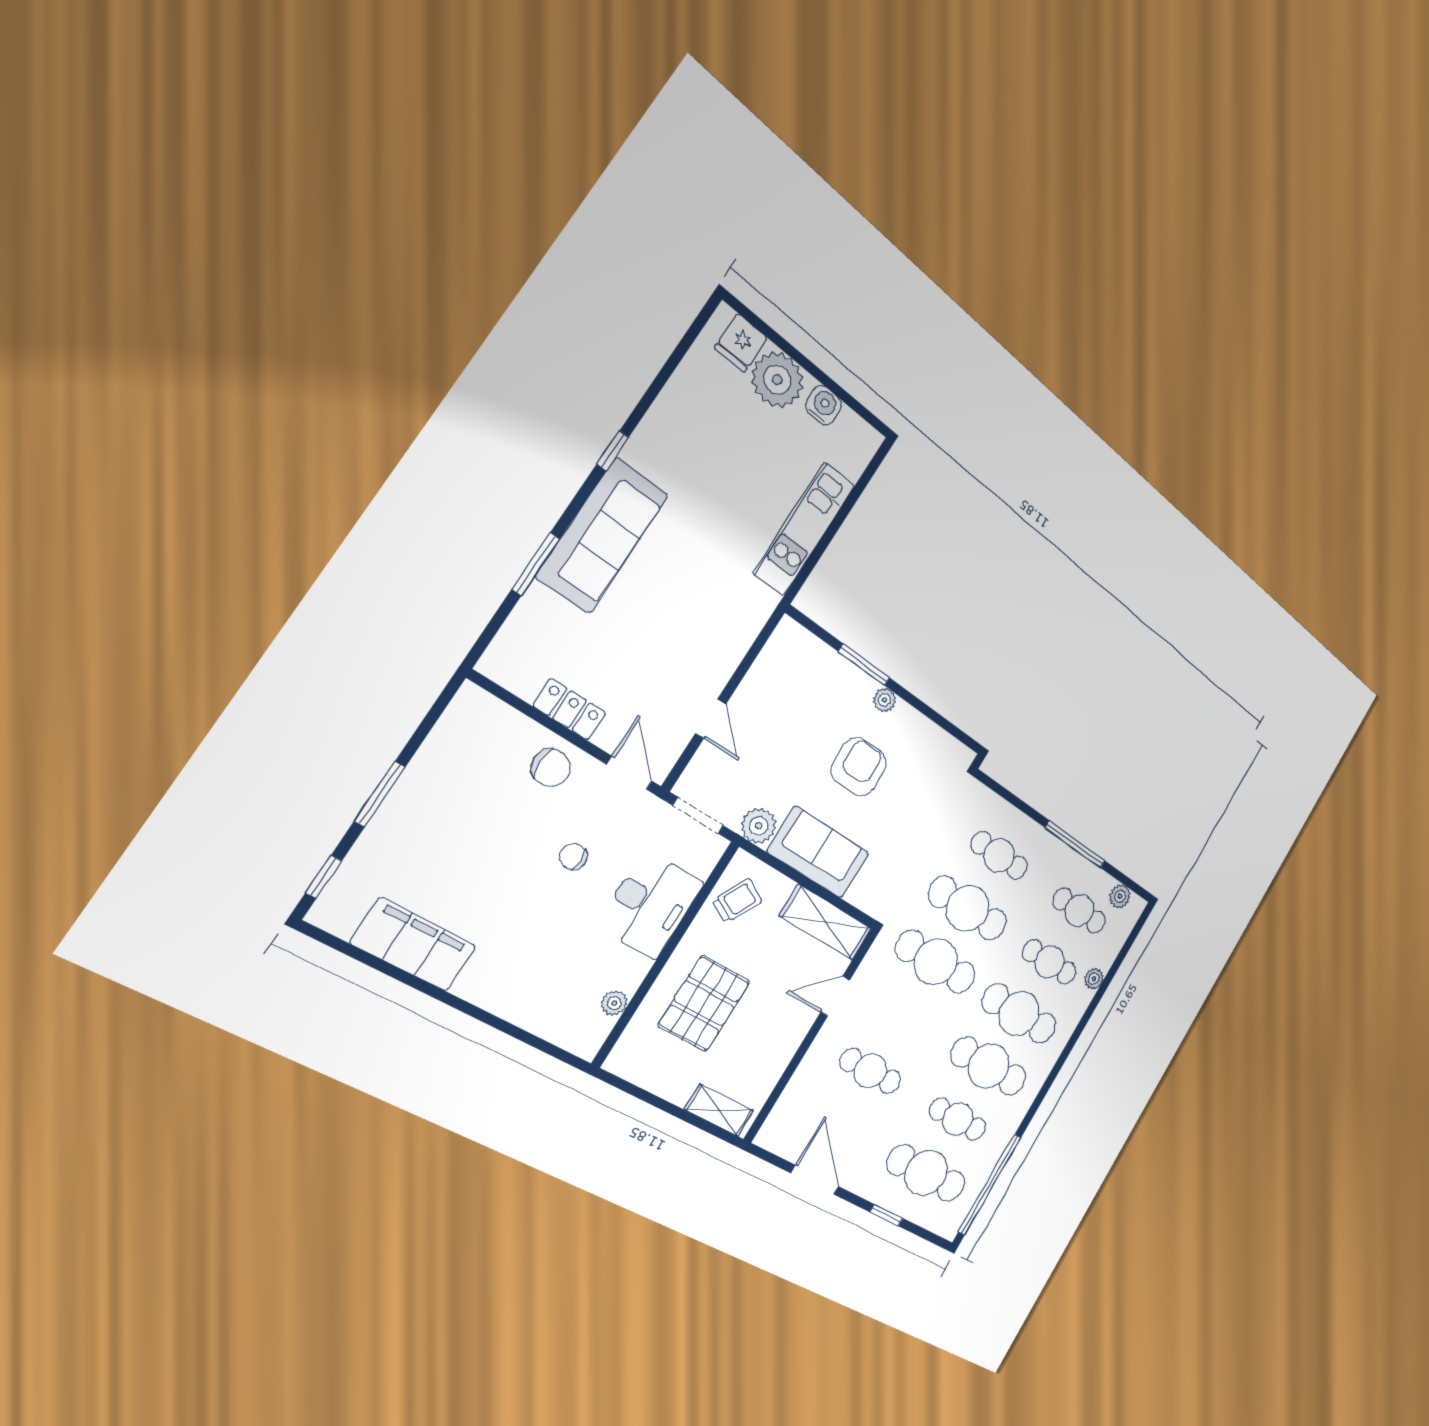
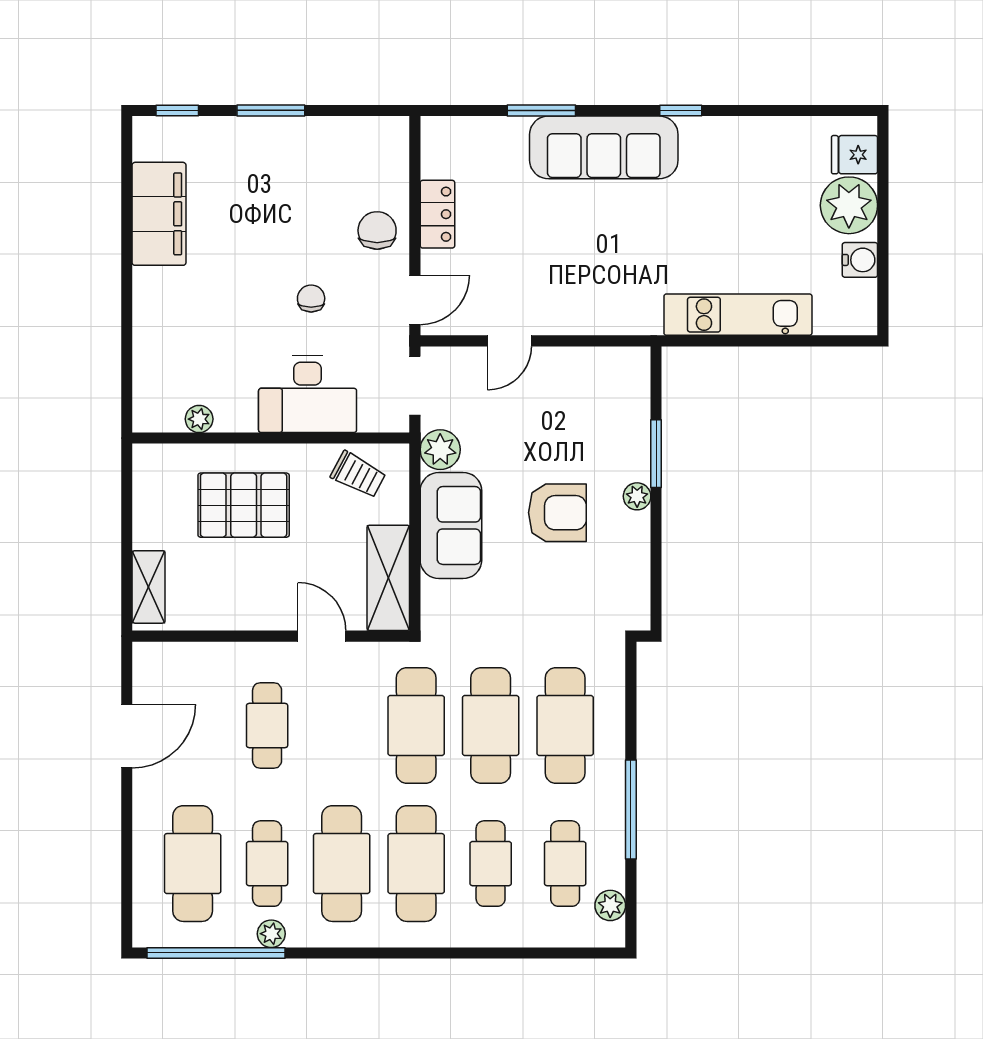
chair: (551, 768) -> (377, 230), turned 180
cafe table: (999, 855) -> (565, 726), width x1.37, depth x1.35
plant: (1094, 979) -> (271, 934), moved
window: (886, 1215) -> (127, 845), removed

